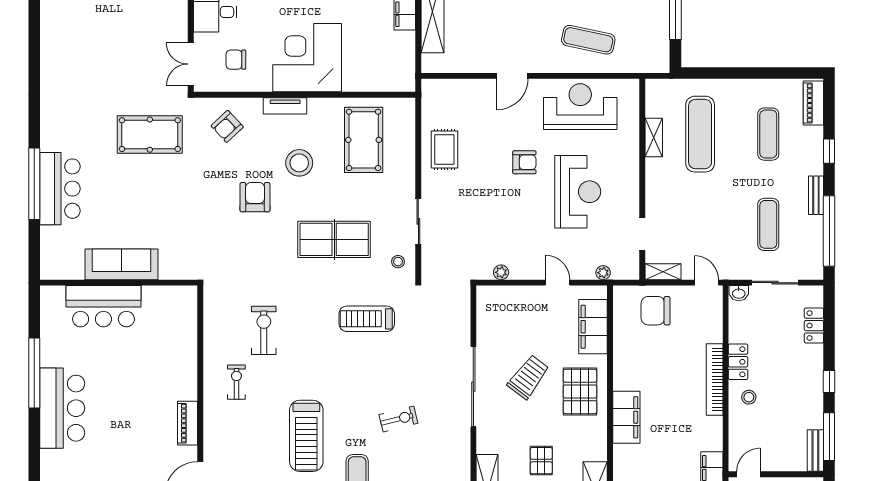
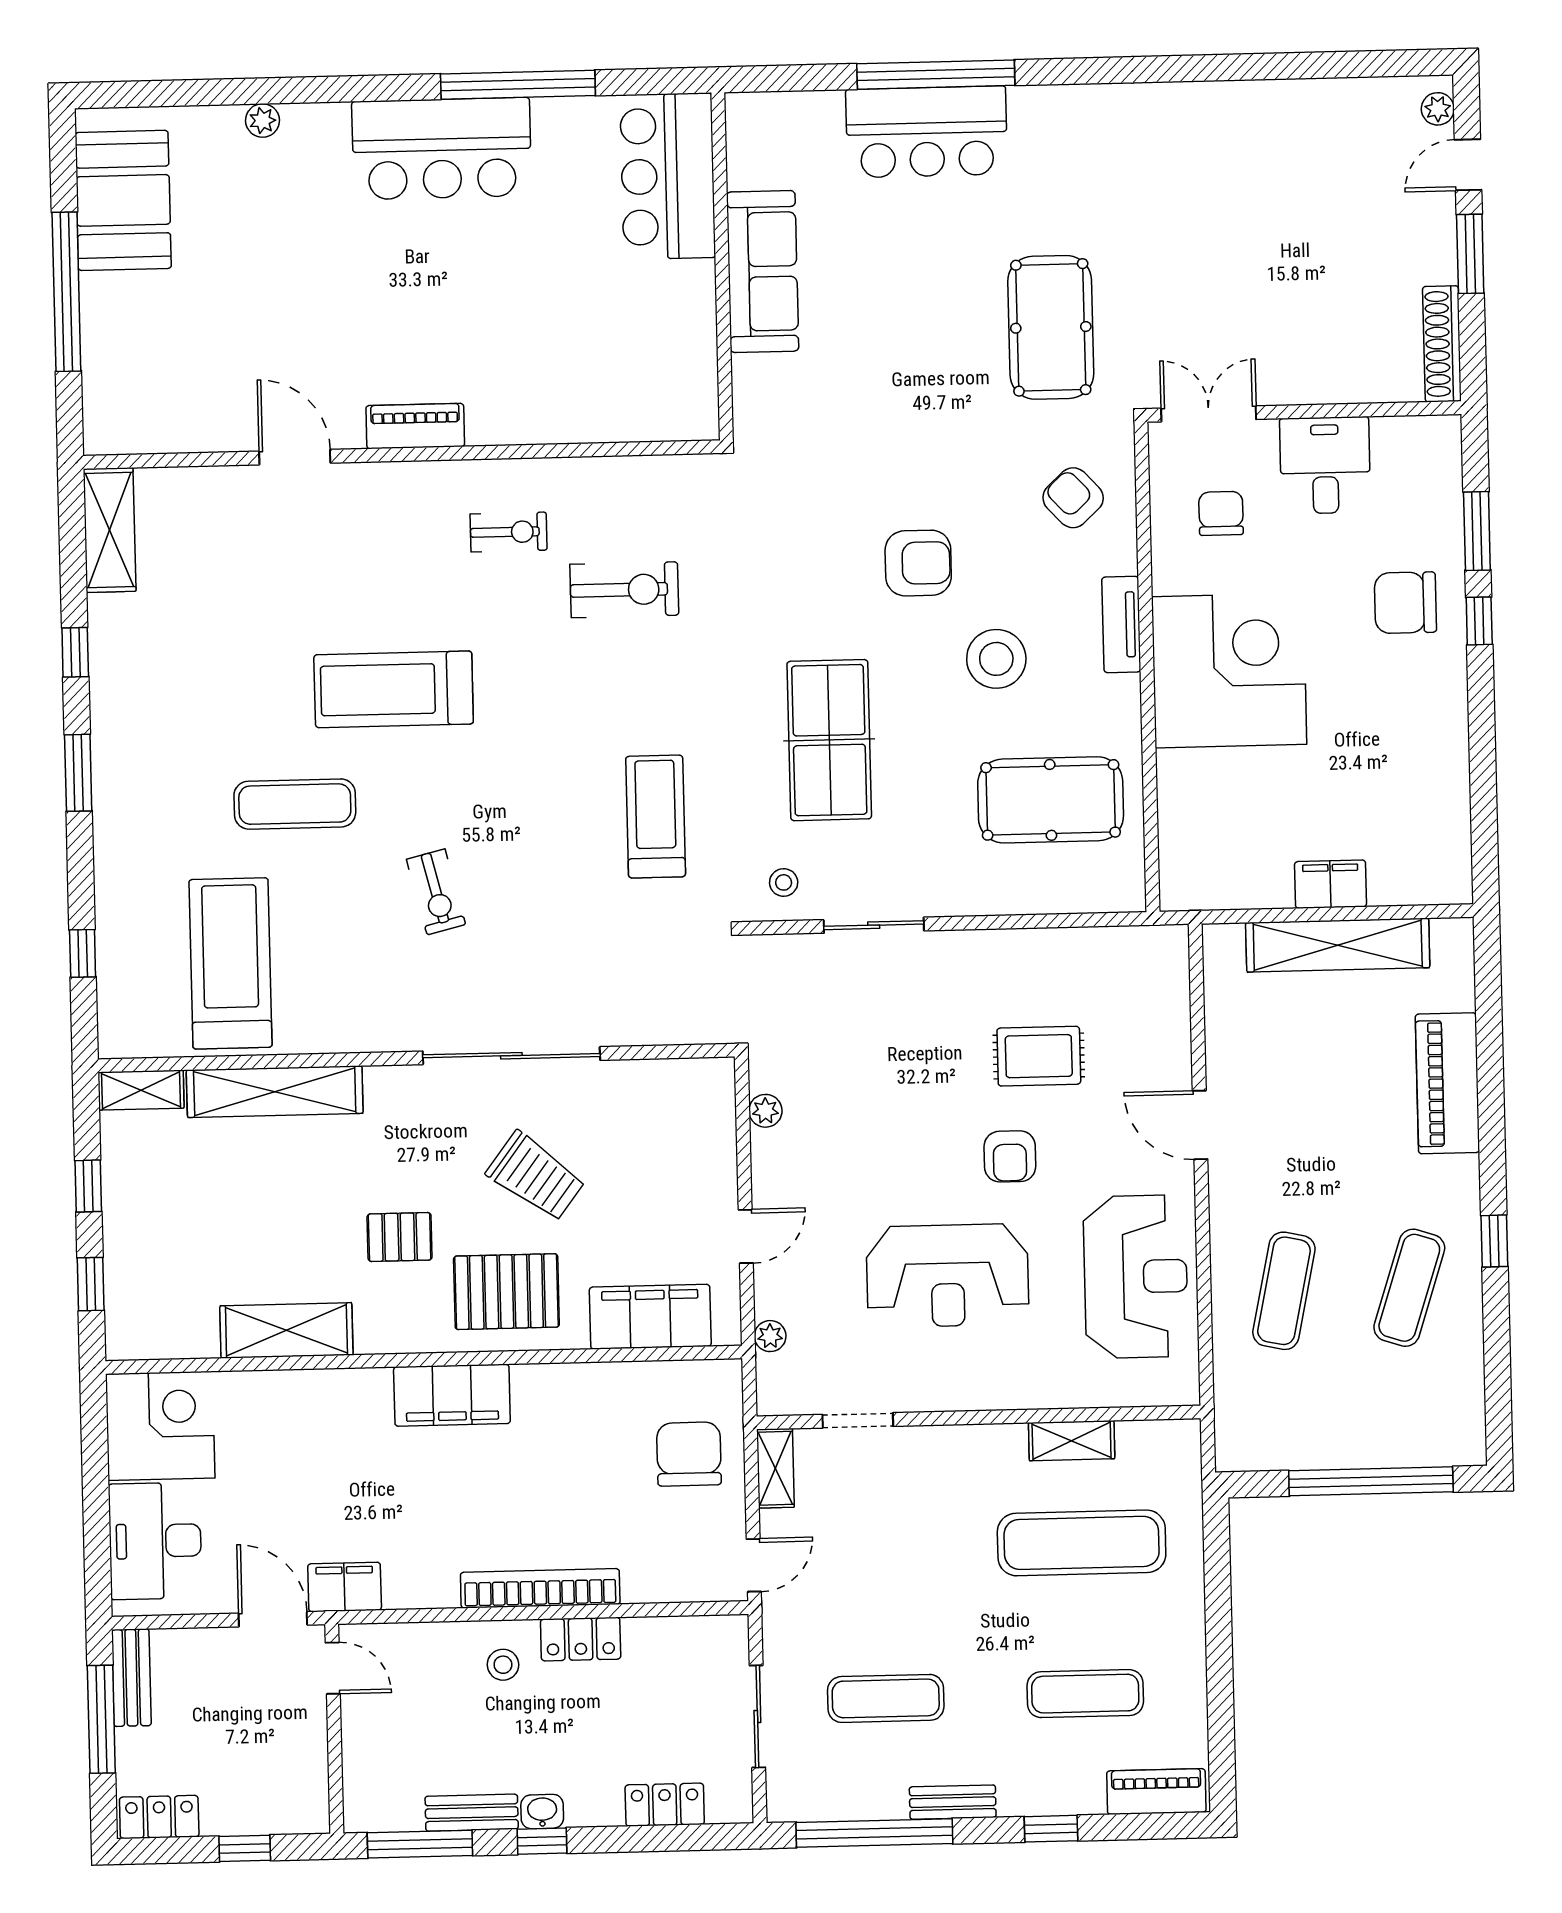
rug: (444, 150) -> (1039, 1056), moved
washbasin: (739, 293) -> (542, 1812), moved, turned 90
bar counter: (103, 306) -> (668, 176), moved
bench: (815, 451) -> (472, 1813), moved
pallet: (541, 461) -> (400, 1237), moved

